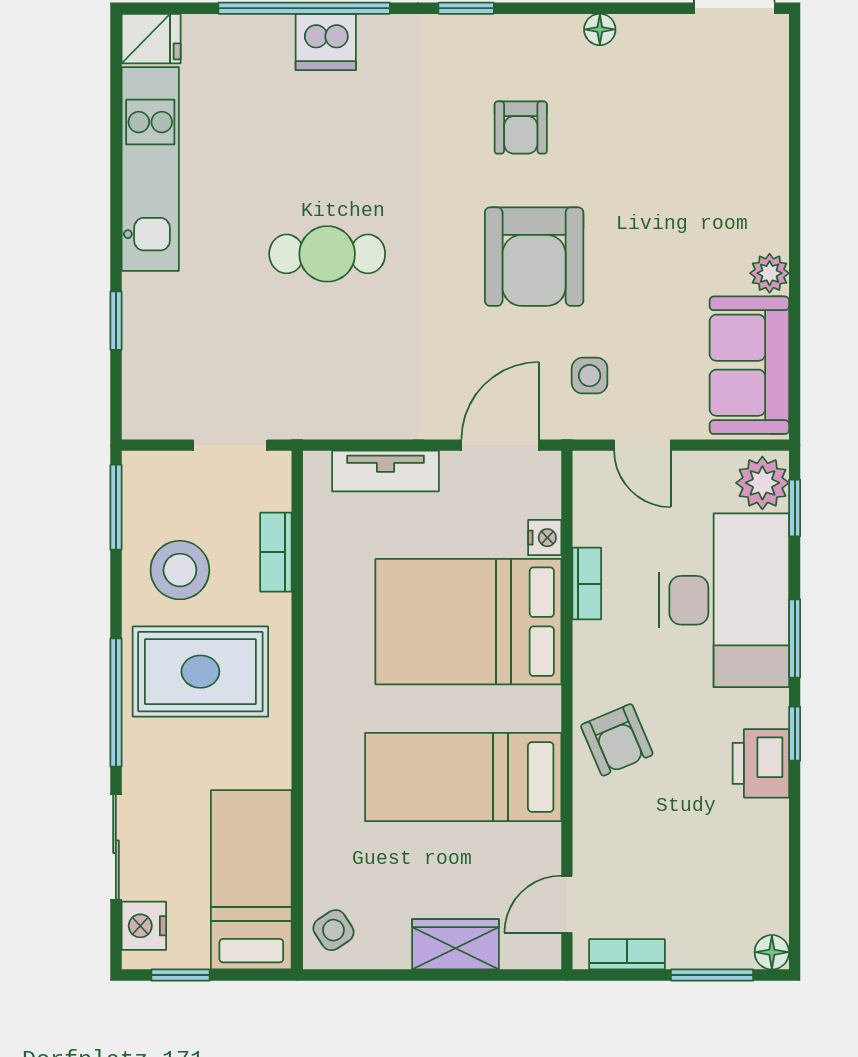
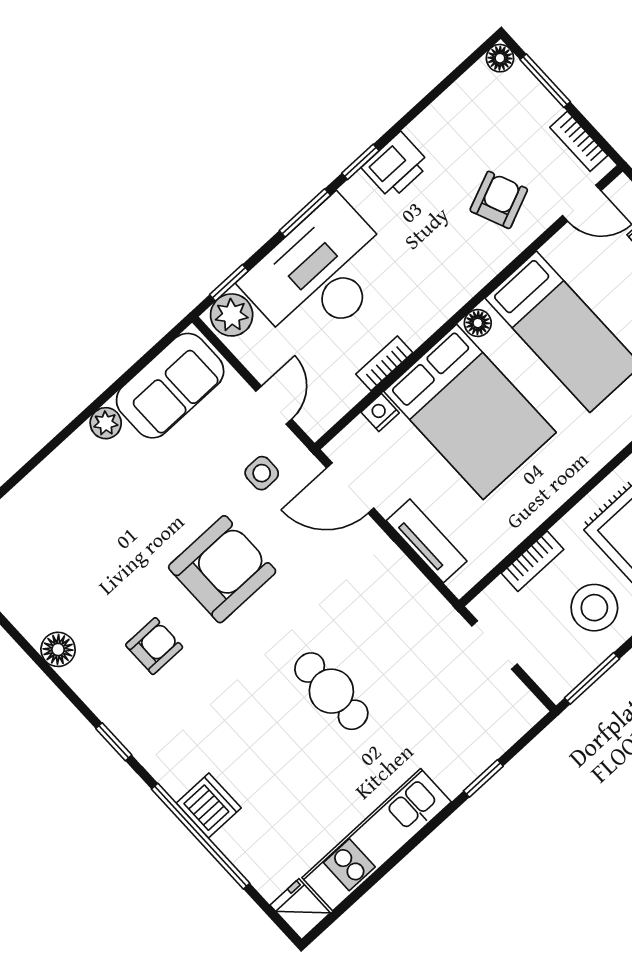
floor lamp: (600, 29) -> (58, 649), width x1.37, depth x1.37
floor lamp: (544, 705) -> (478, 323), added
armchair: (617, 740) -> (499, 200), moved

